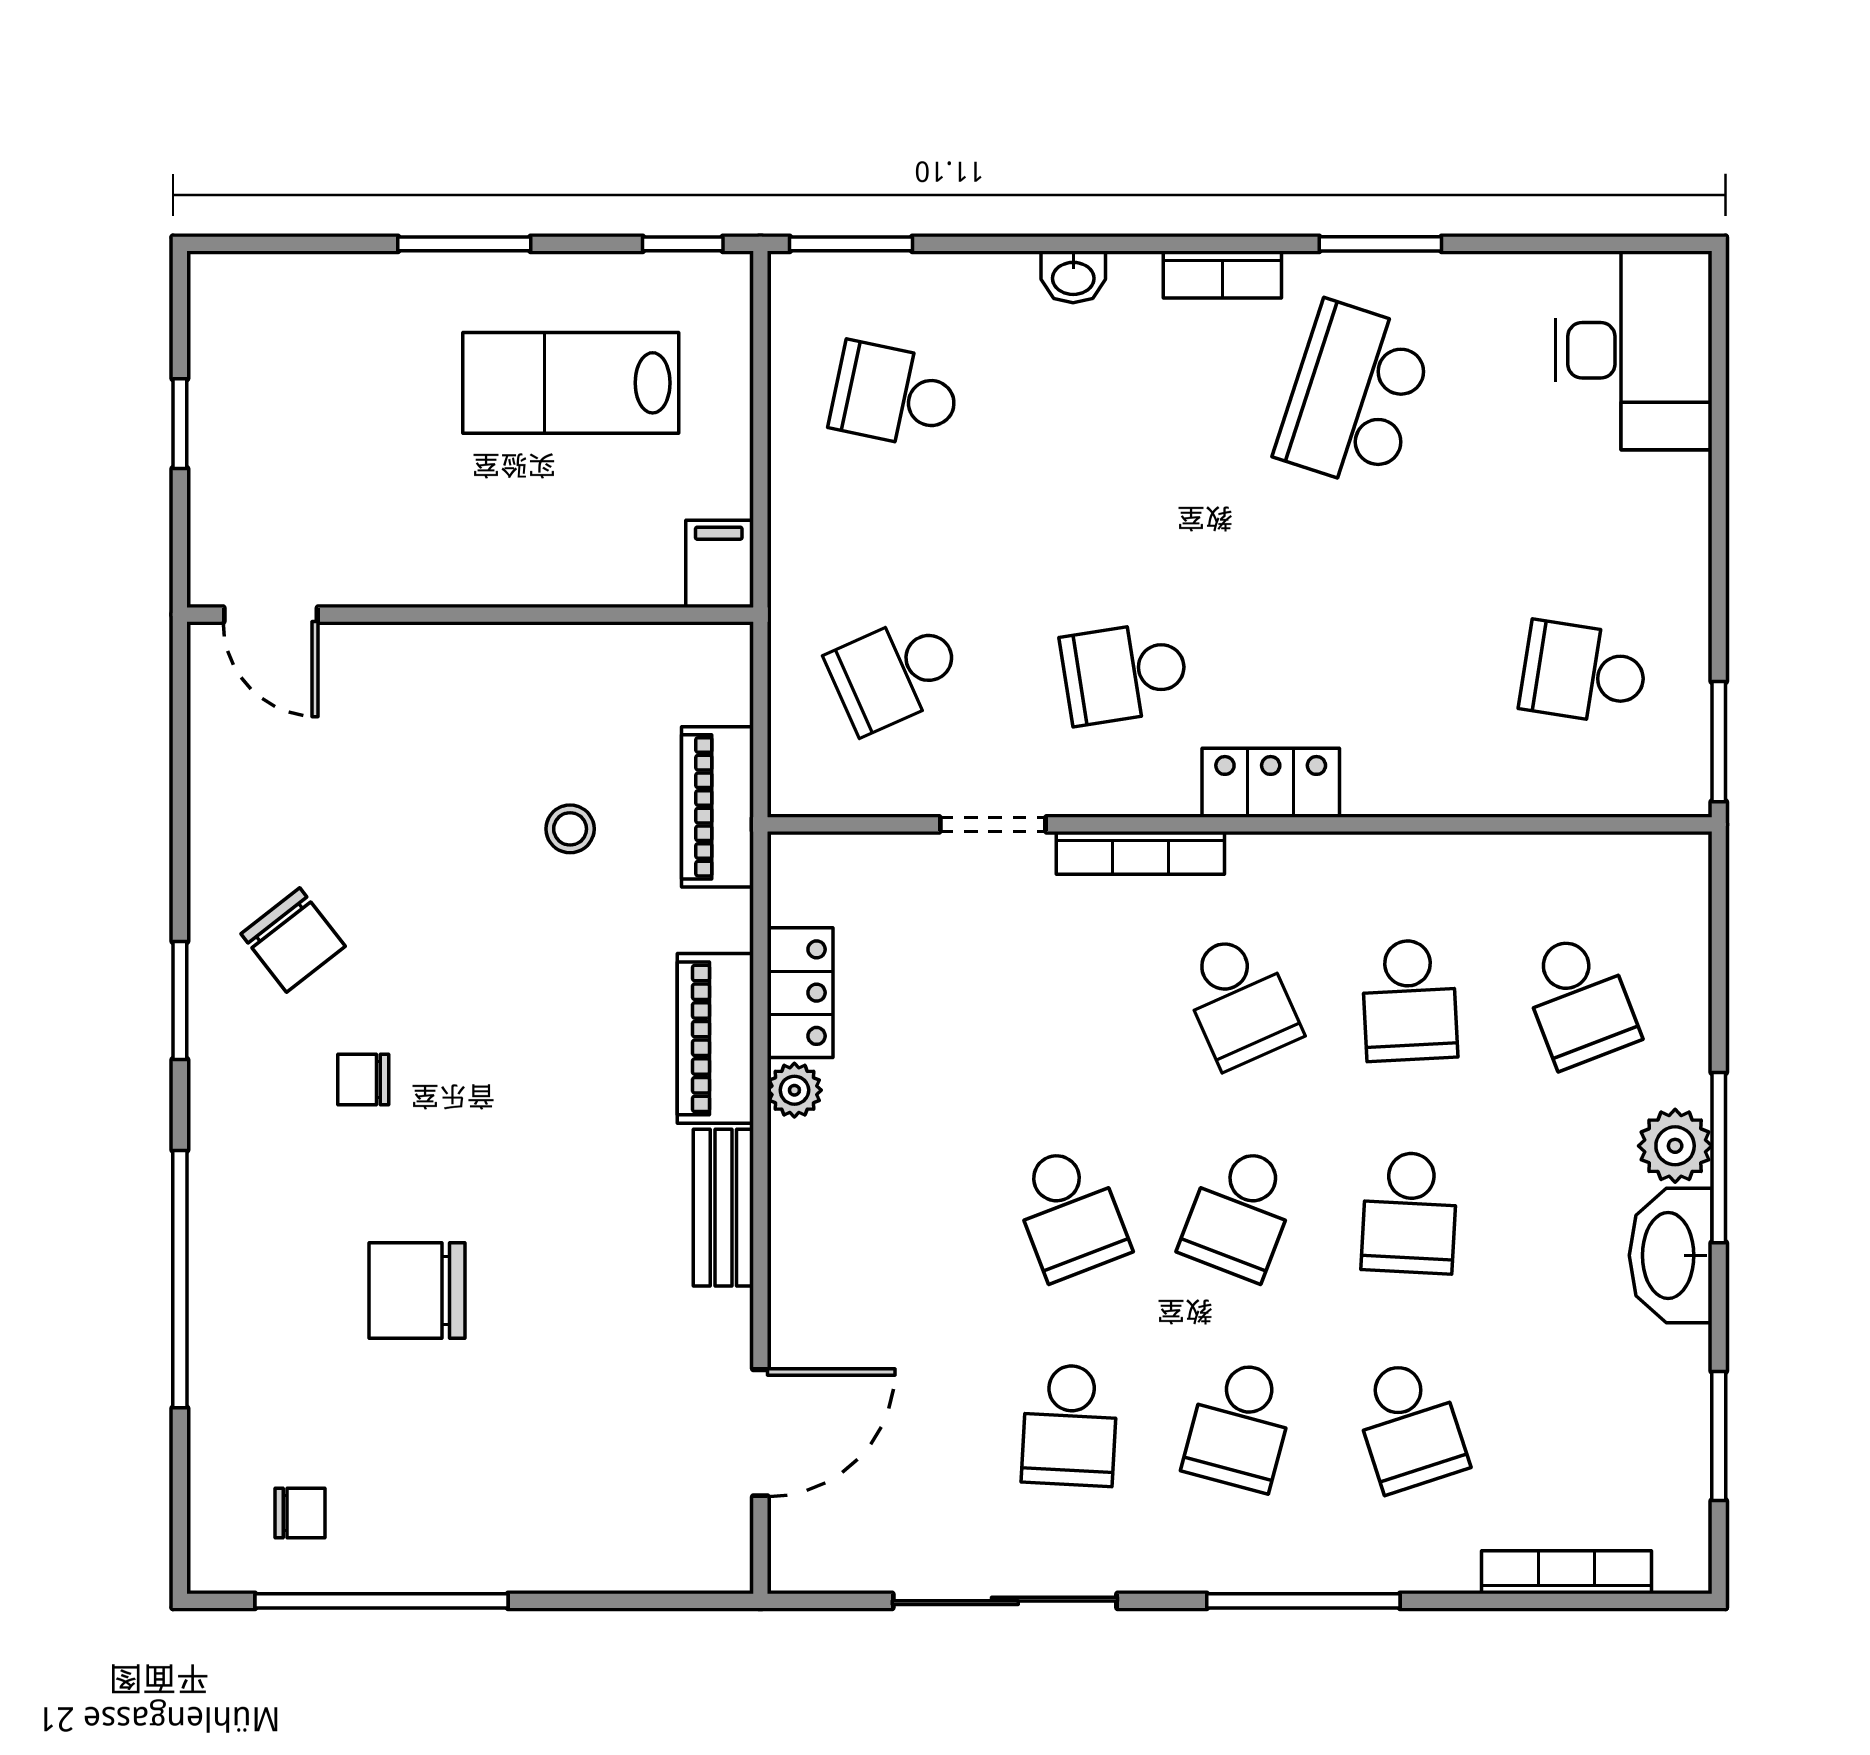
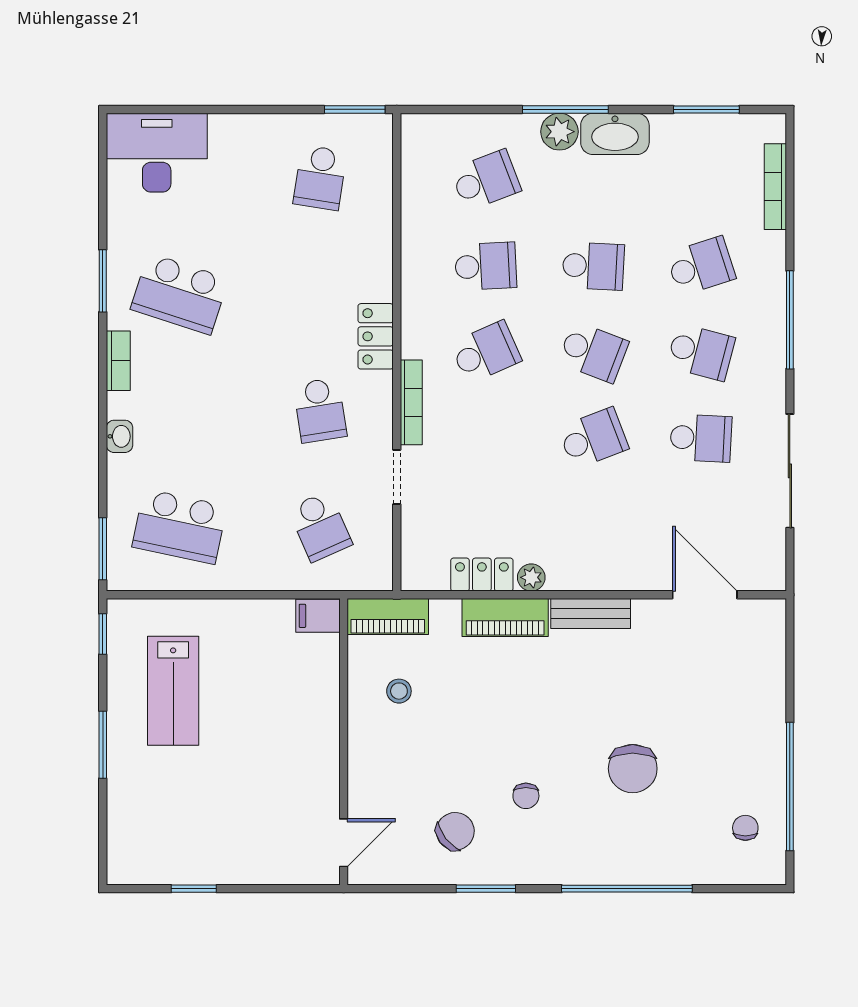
school desk: (895, 395) -> (179, 526), width x1.85
filing cabinet: (719, 564) -> (318, 616), moved
door: (271, 615) -> (344, 843), moved
wall: (470, 615) -> (344, 742), moved

